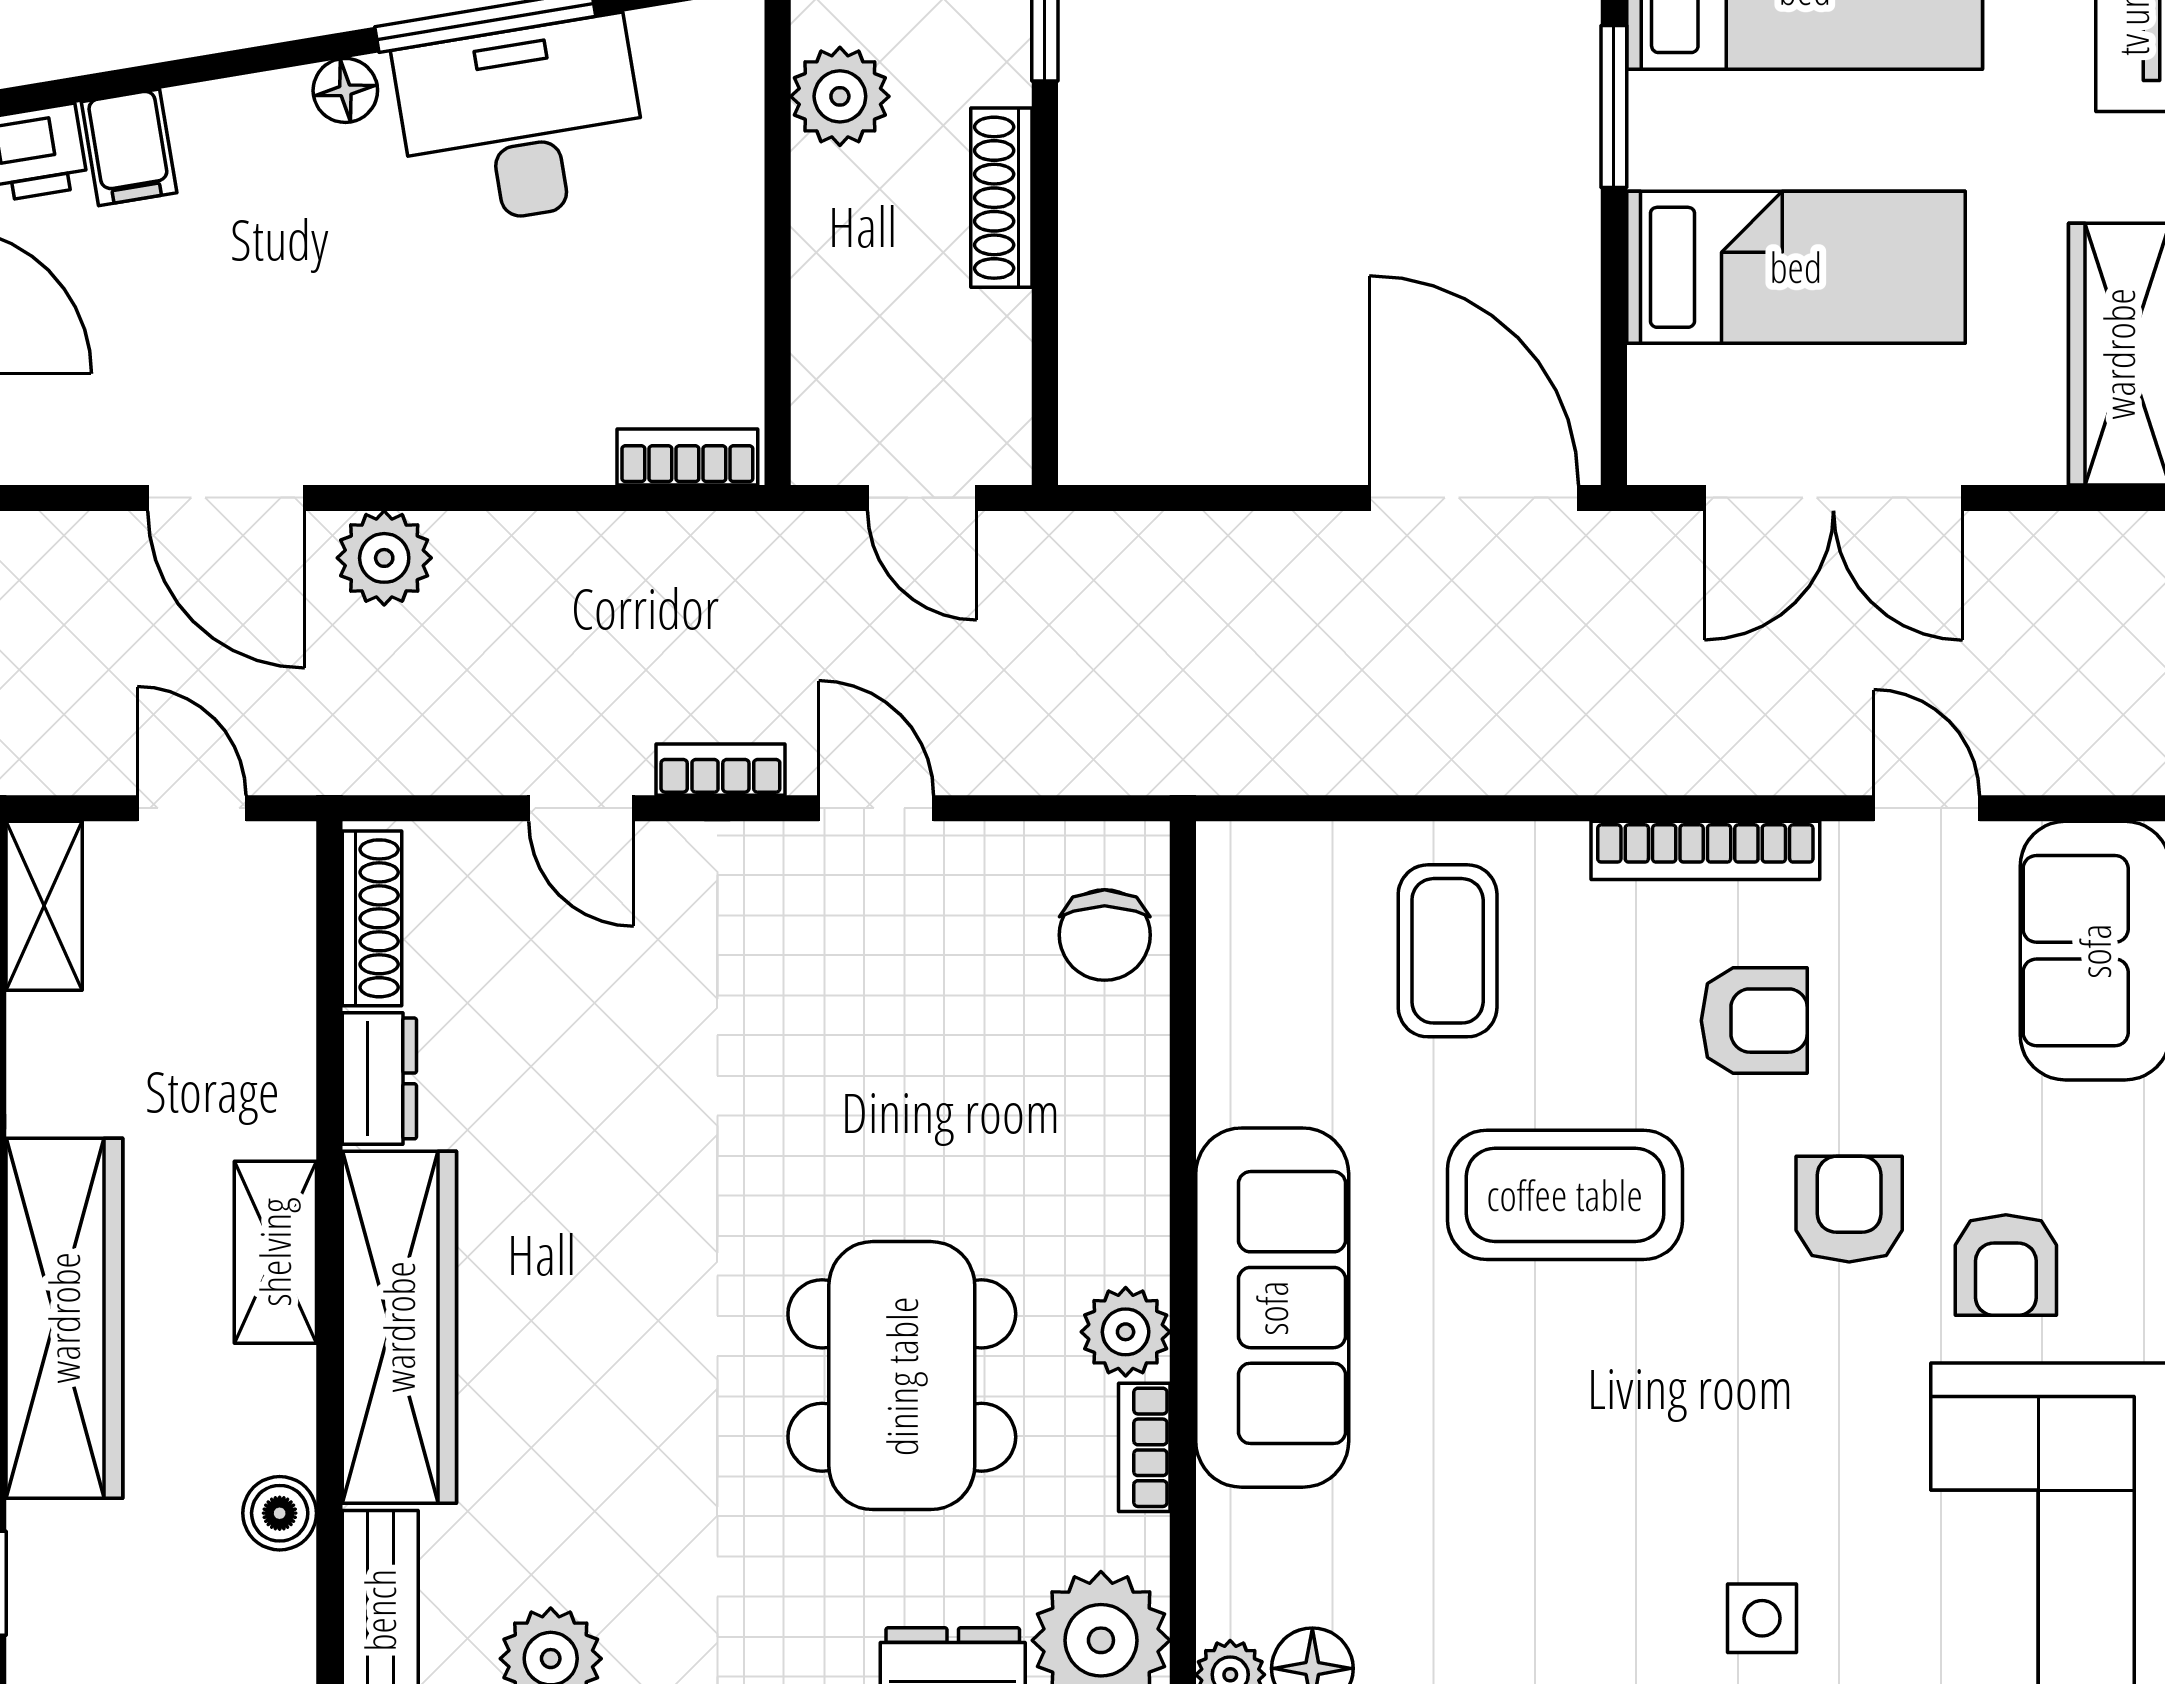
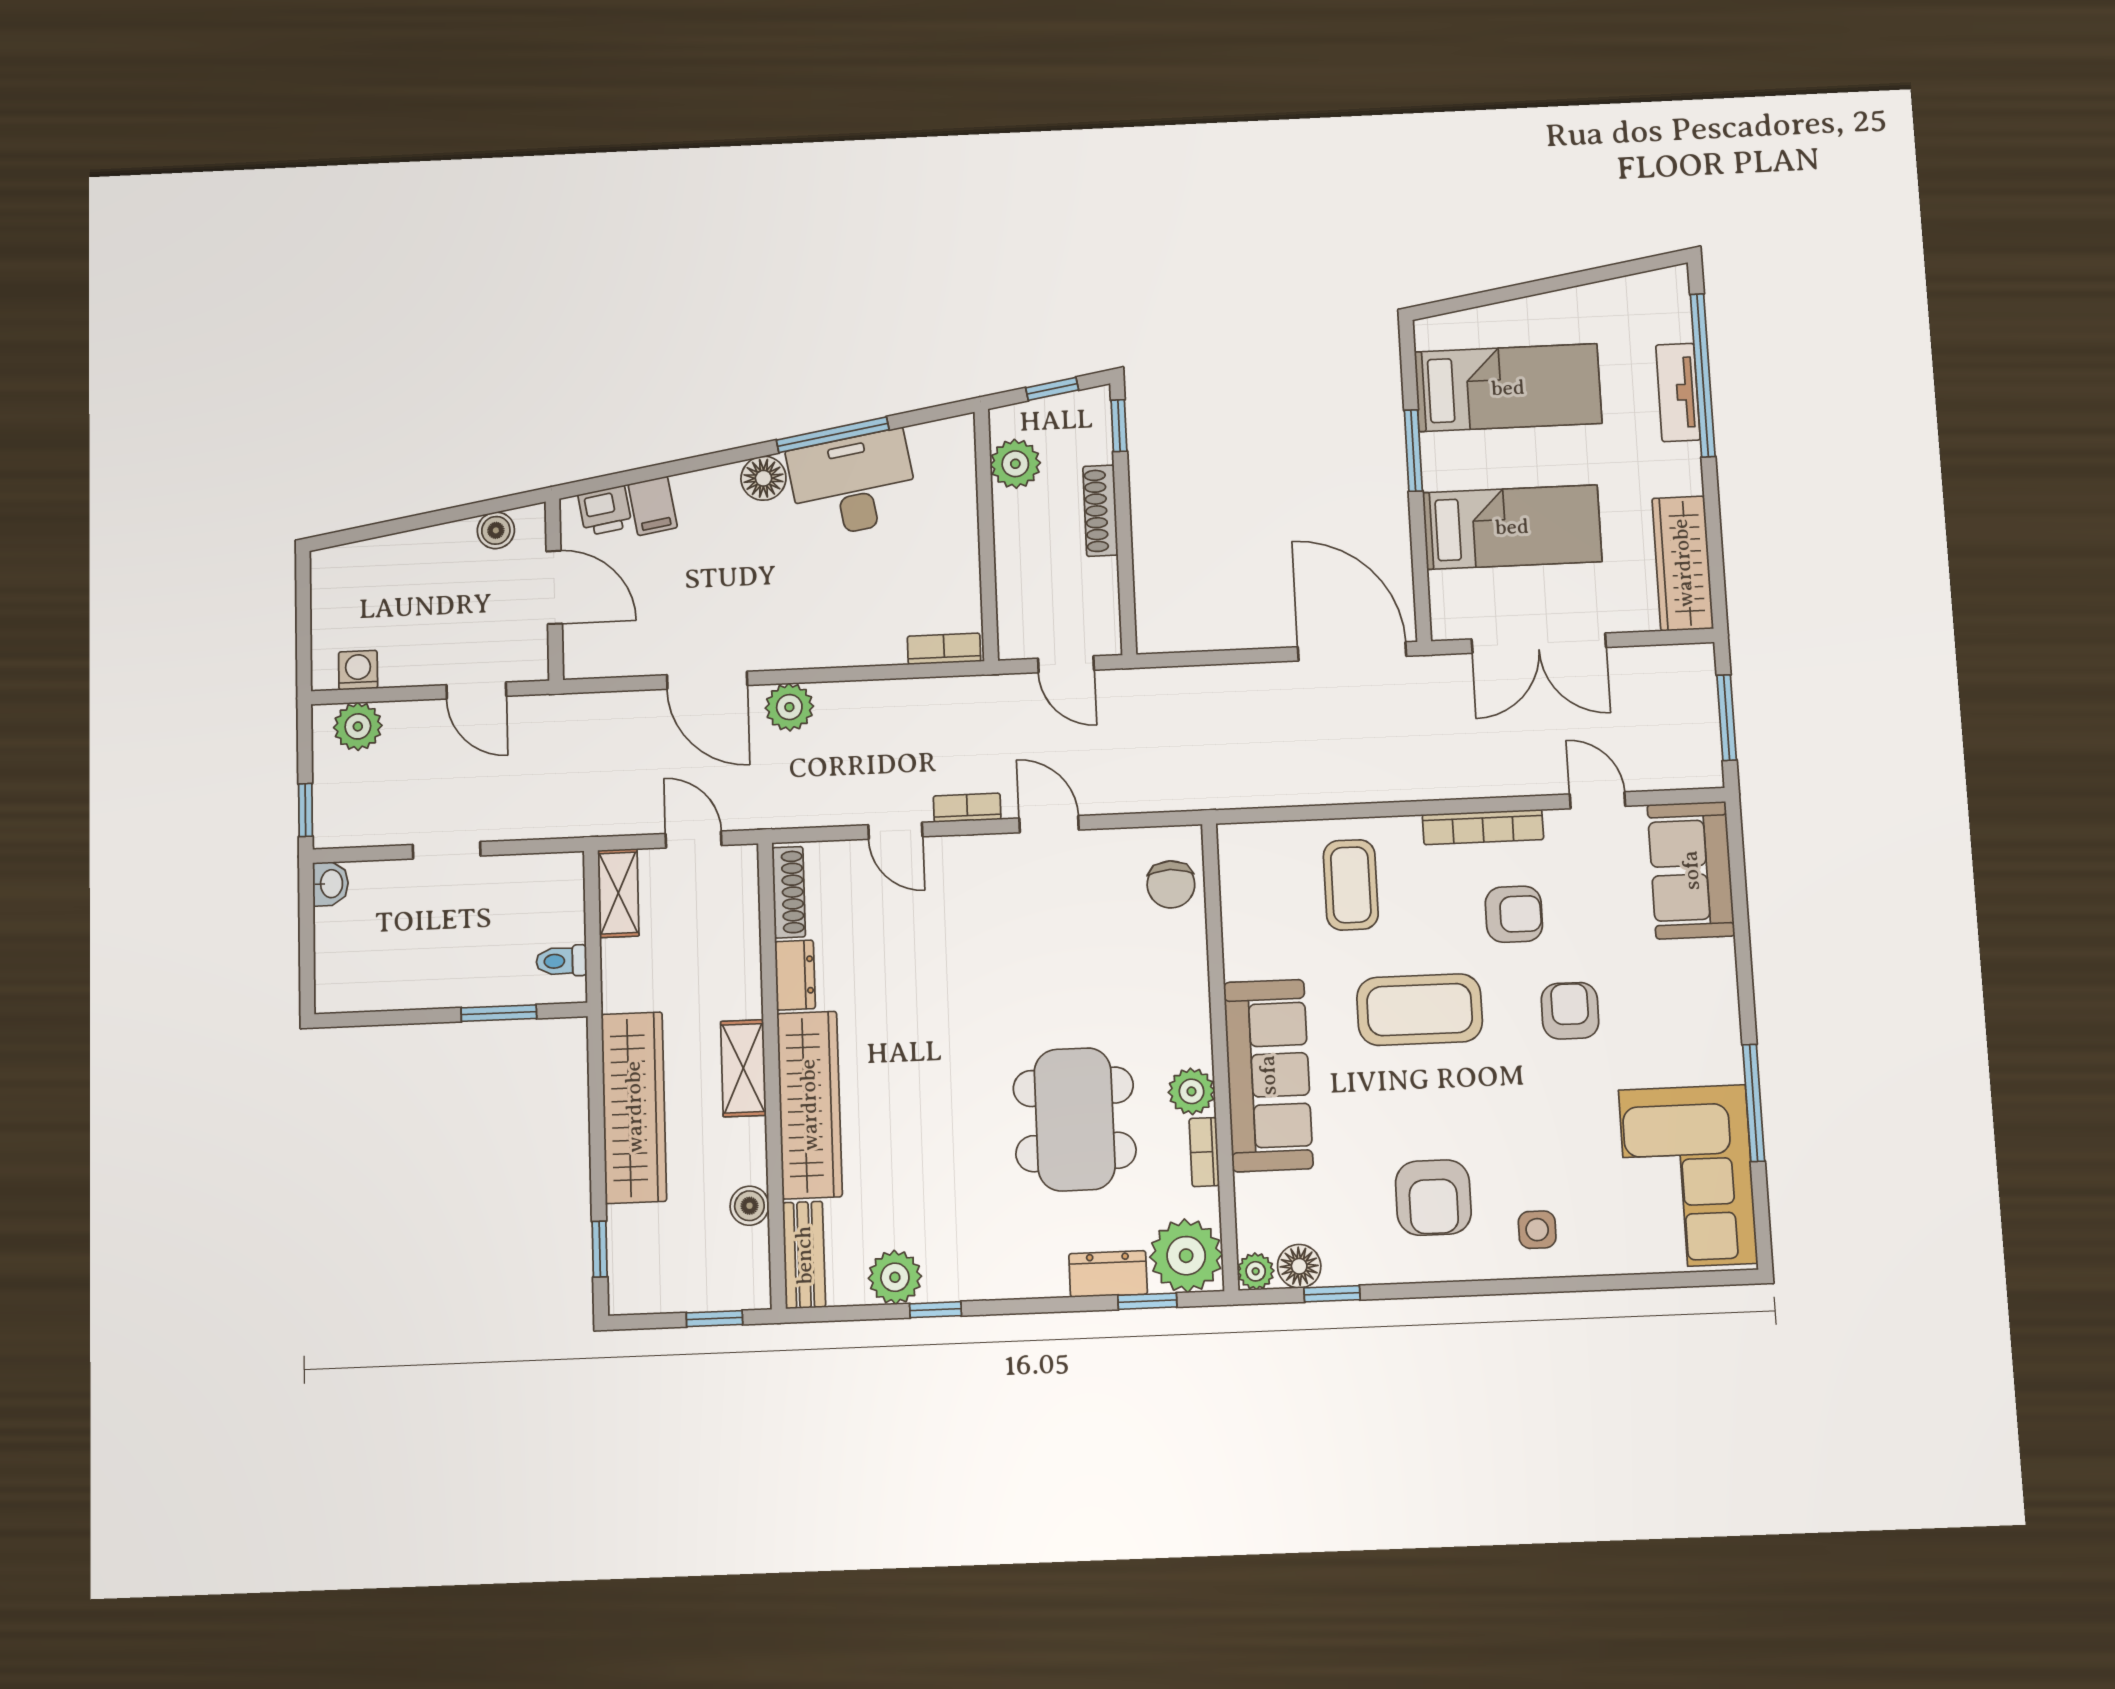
floor lamp: (345, 90) -> (763, 478), width x1.37, depth x1.37
armchair: (2006, 1265) -> (1433, 1198), moved, width x1.38, depth x1.38

